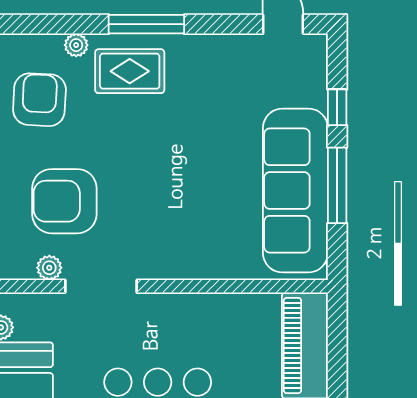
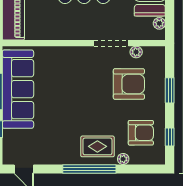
window: (146, 24) -> (89, 169), width x1.46
armchair: (39, 100) -> (141, 133), turned -93

